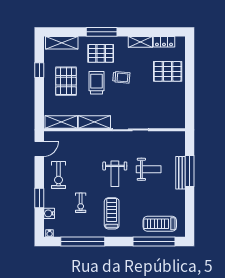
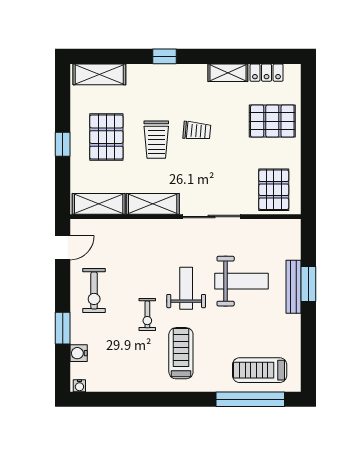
window: (102, 32) -> (165, 56), width x0.46
pallet: (101, 53) -> (274, 190), moved, turned 90
window: (39, 70) -> (63, 144), moved
trolley: (97, 83) -> (156, 140), turned 180
weight bench: (149, 169) -> (242, 281), width x1.36, depth x1.33
window: (190, 171) -> (308, 284), width x0.69
weight bench: (115, 174) -> (186, 288), turned 180
exercise bike: (81, 203) -> (147, 314), moved
window: (83, 242) -> (134, 399), removed

